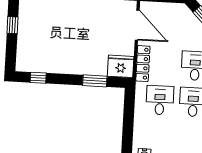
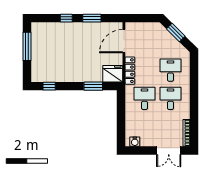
window: (12, 25) -> (27, 46), width x2.17
door: (137, 25) -> (124, 41), swing flipped

